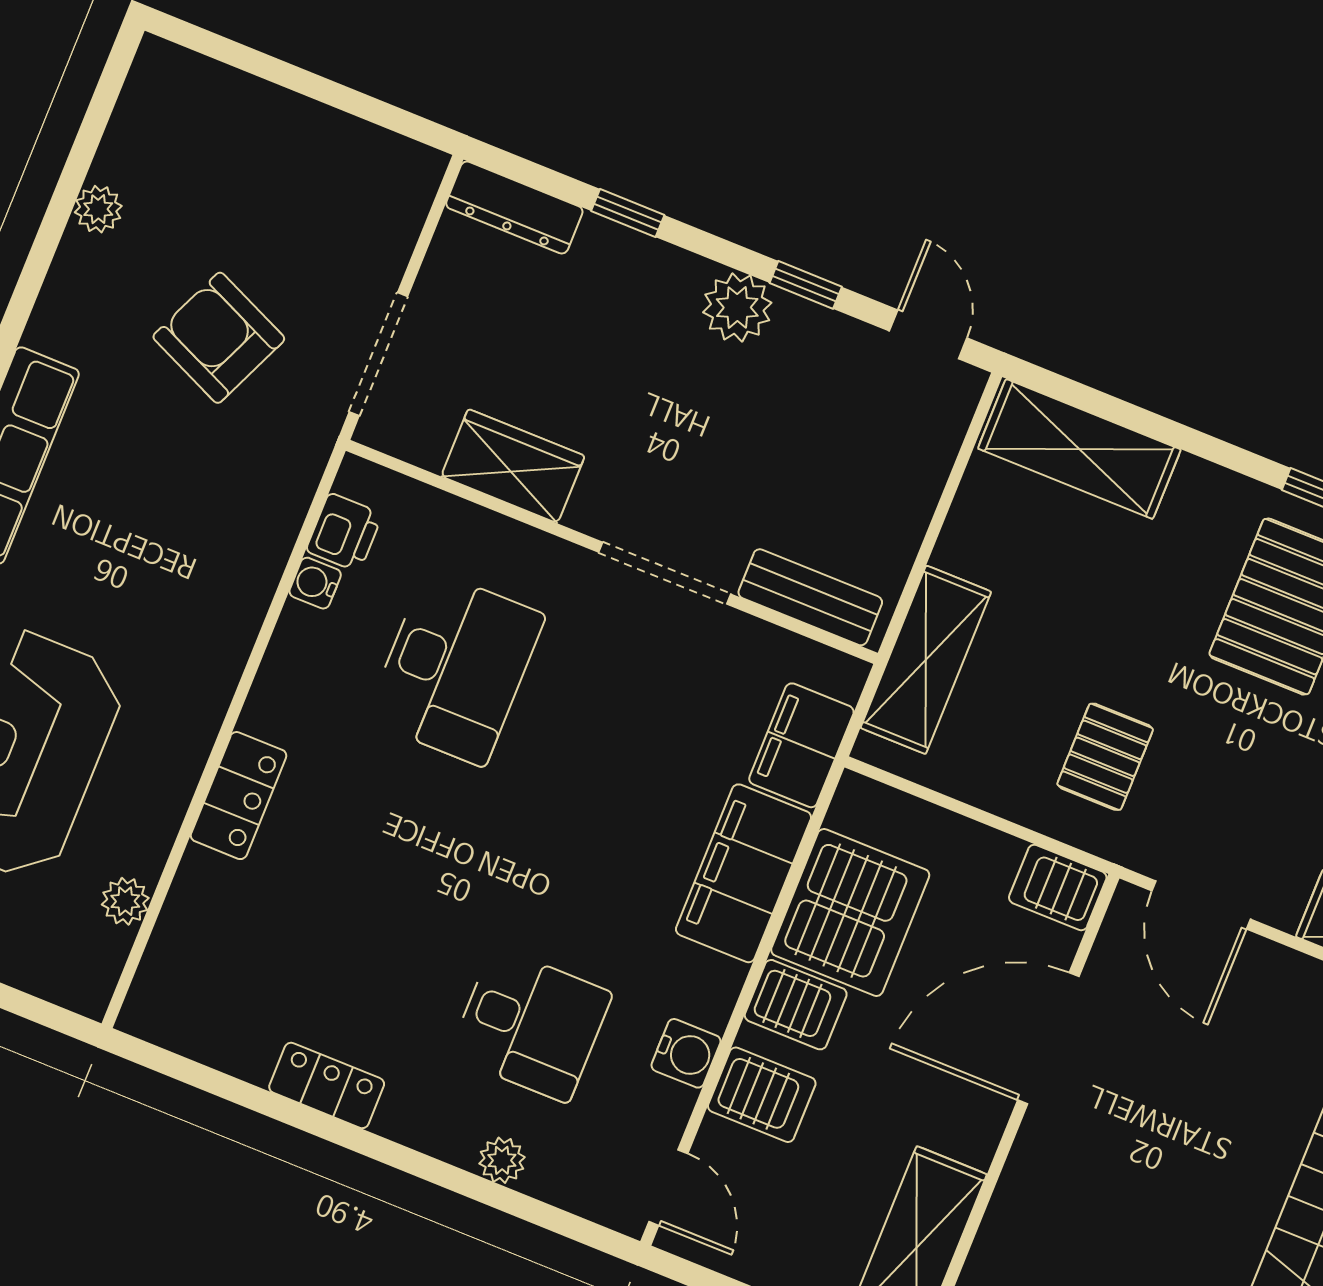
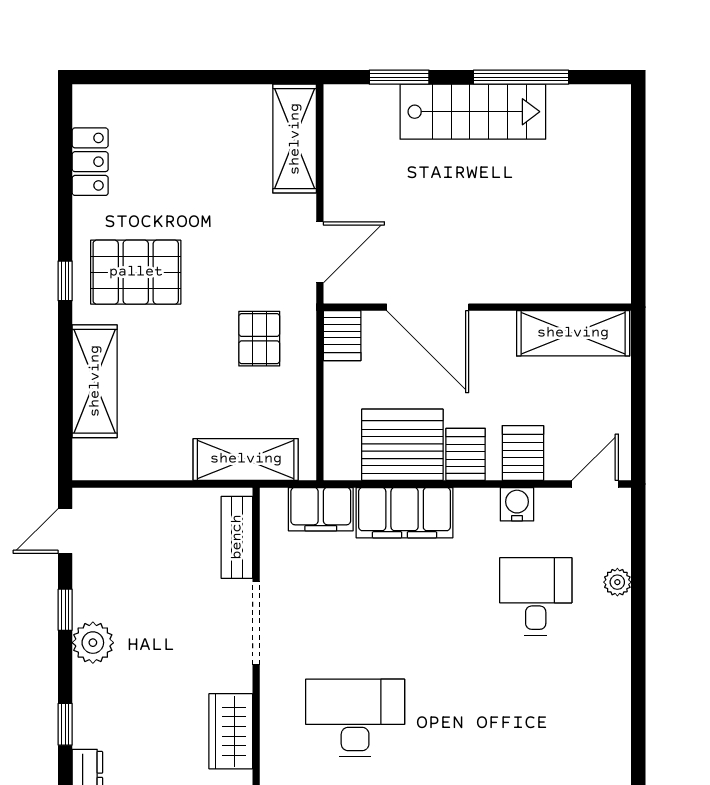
shelving: (1079, 449) -> (95, 381), moved
pallet: (1105, 757) -> (259, 339), turned 90
locker: (327, 1085) -> (615, 696), removed

